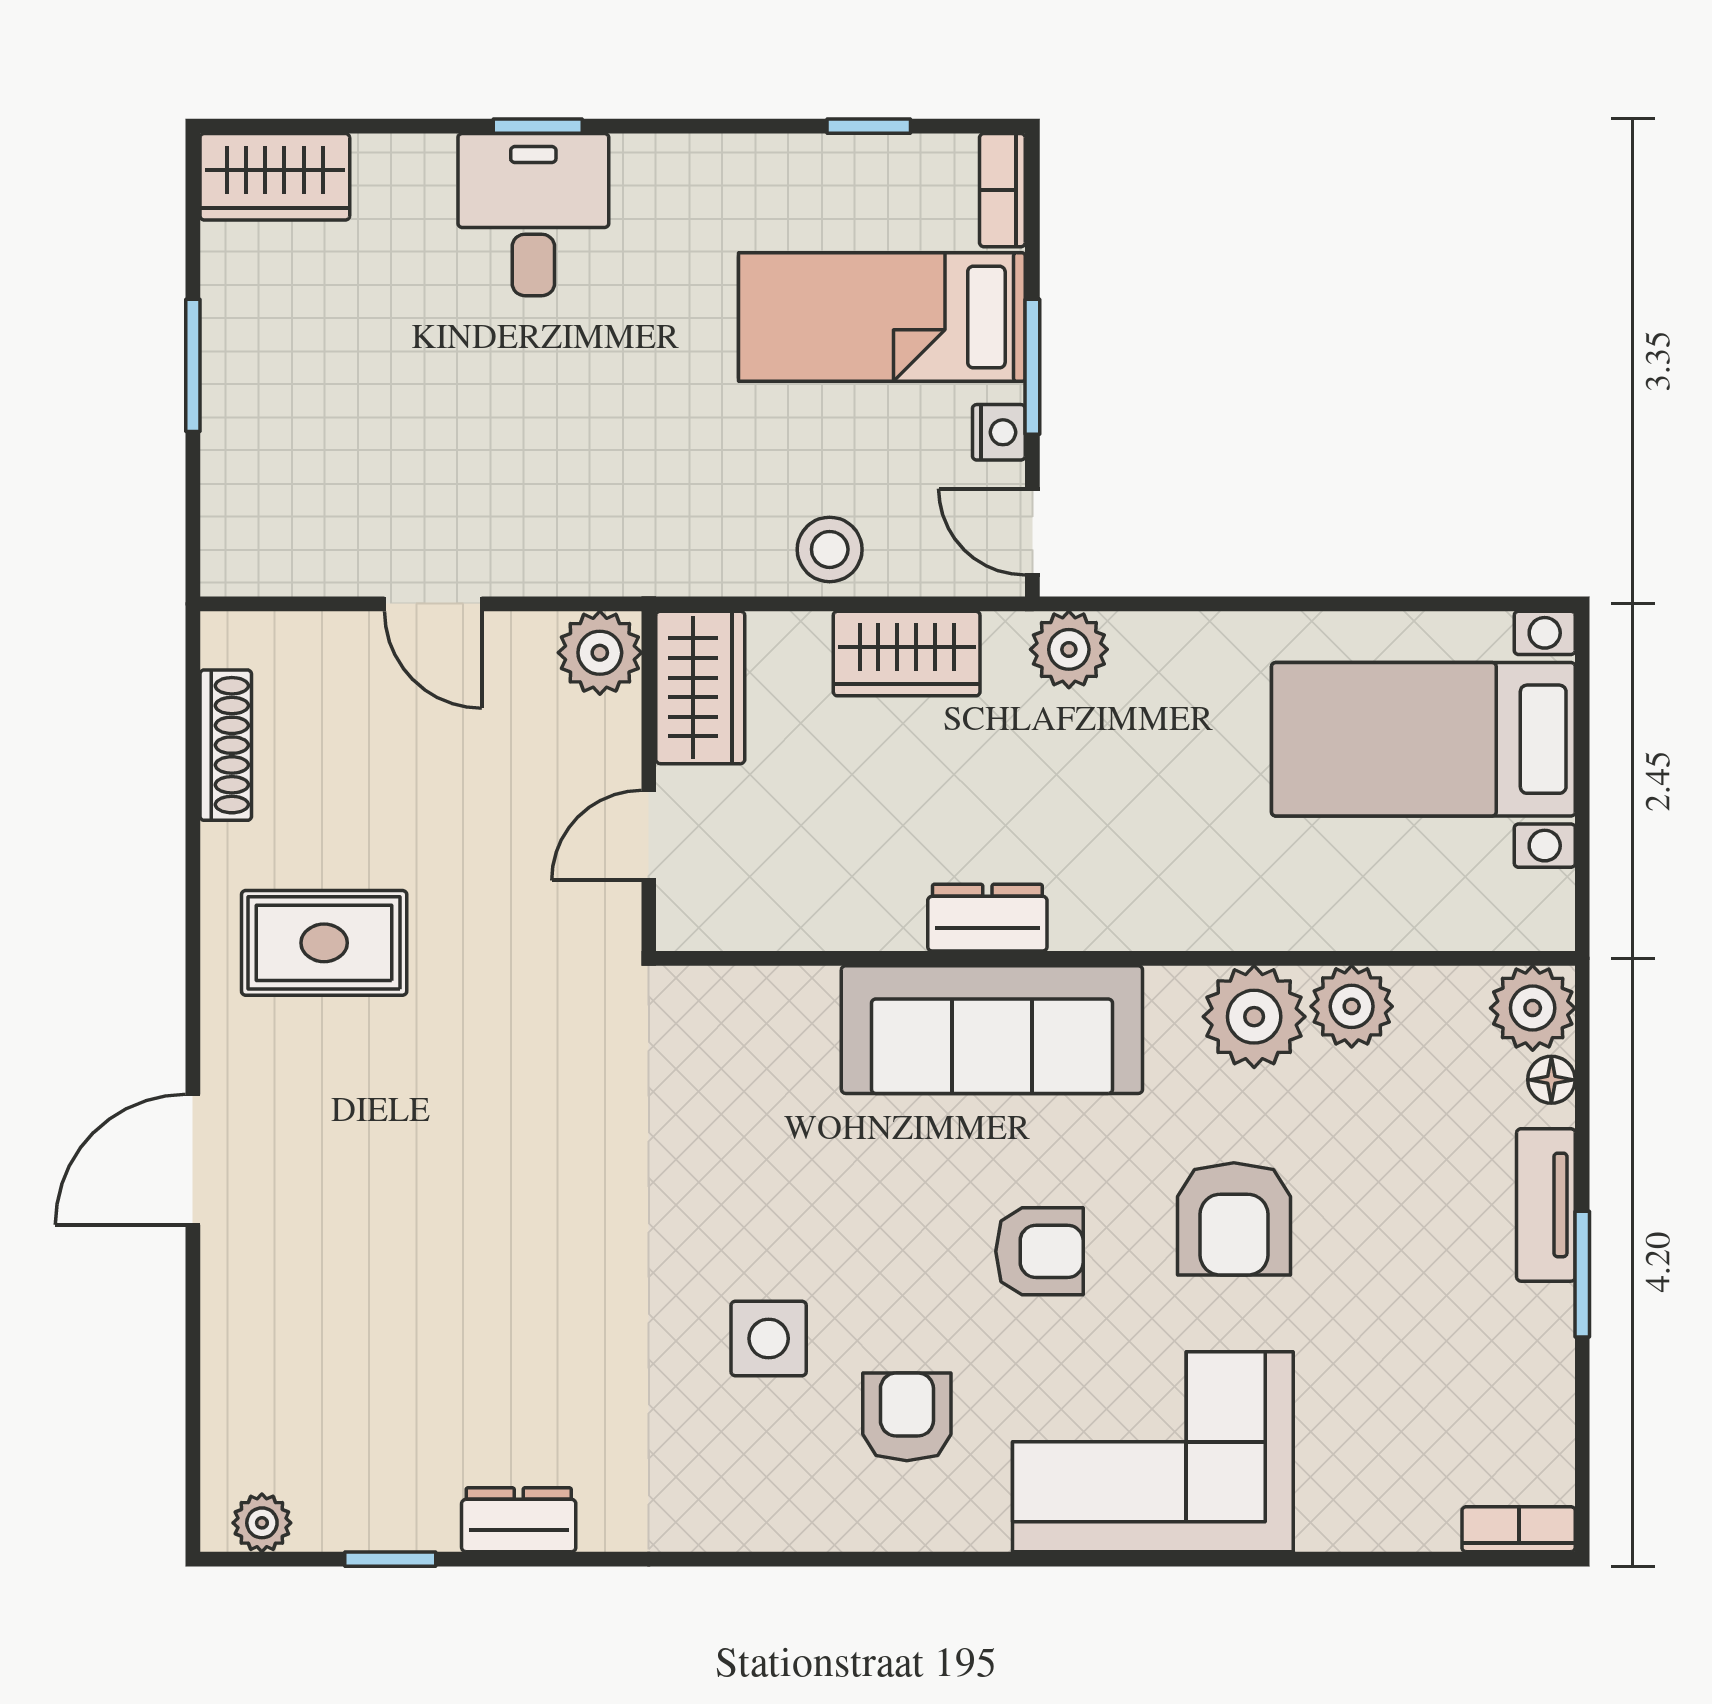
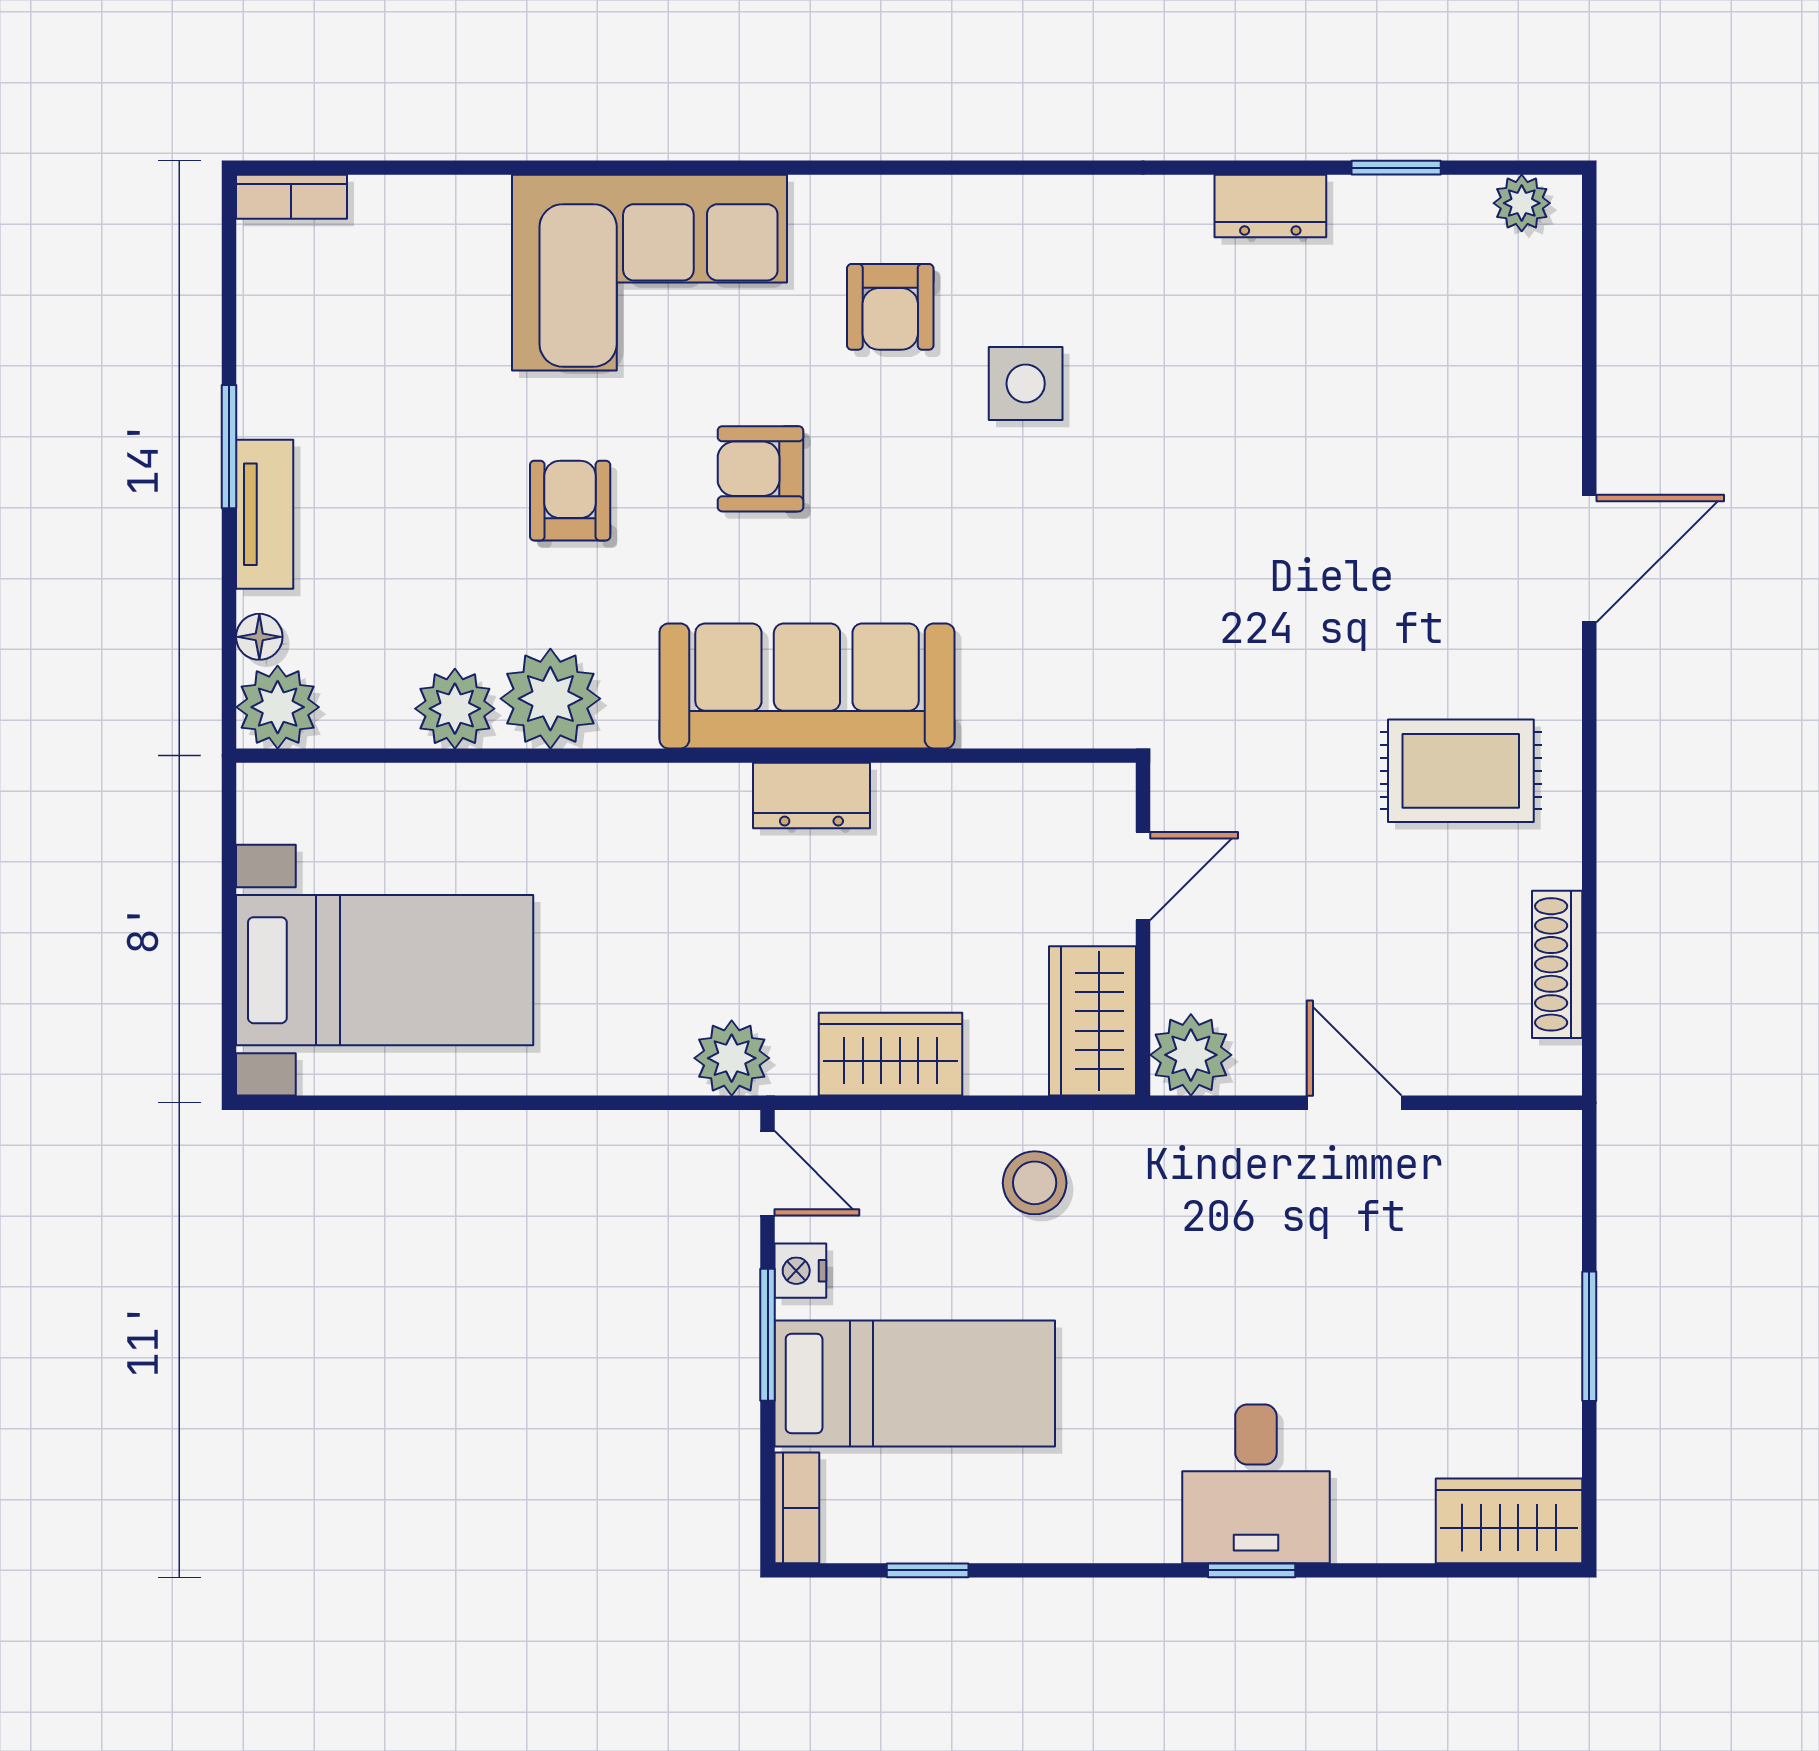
stool: (830, 549) -> (1035, 1183), moved
armchair: (1234, 1219) -> (570, 501), width x0.72, depth x0.72

